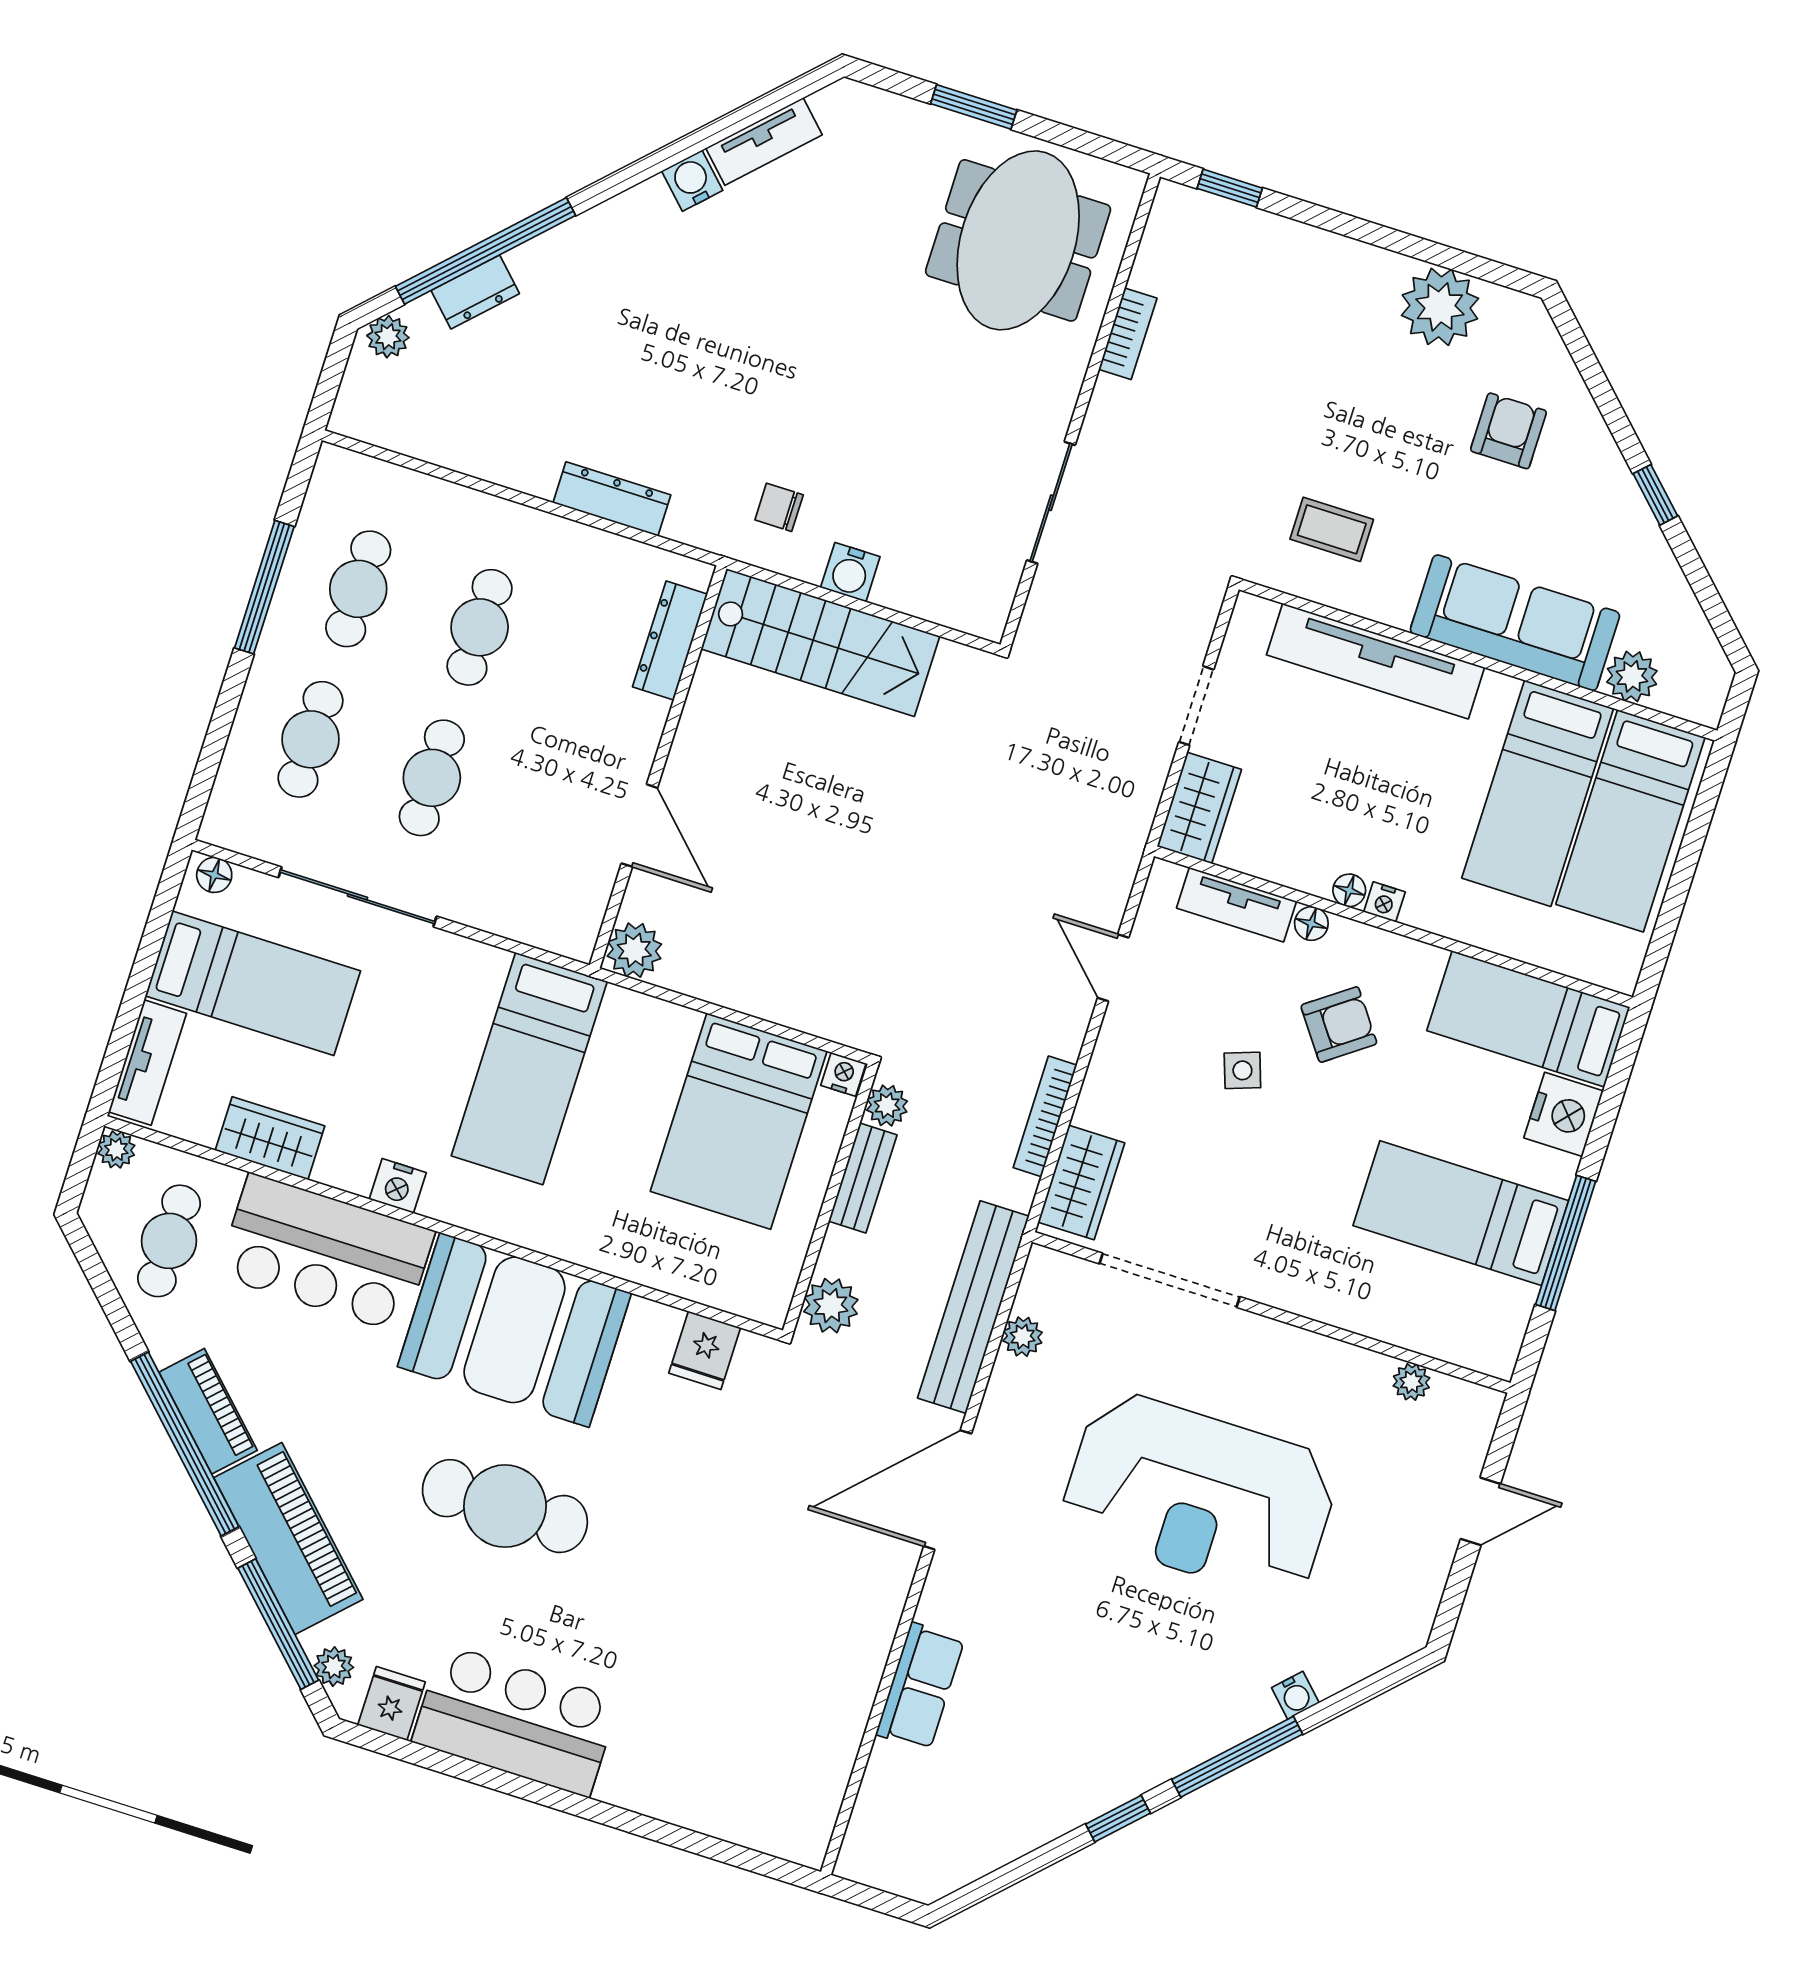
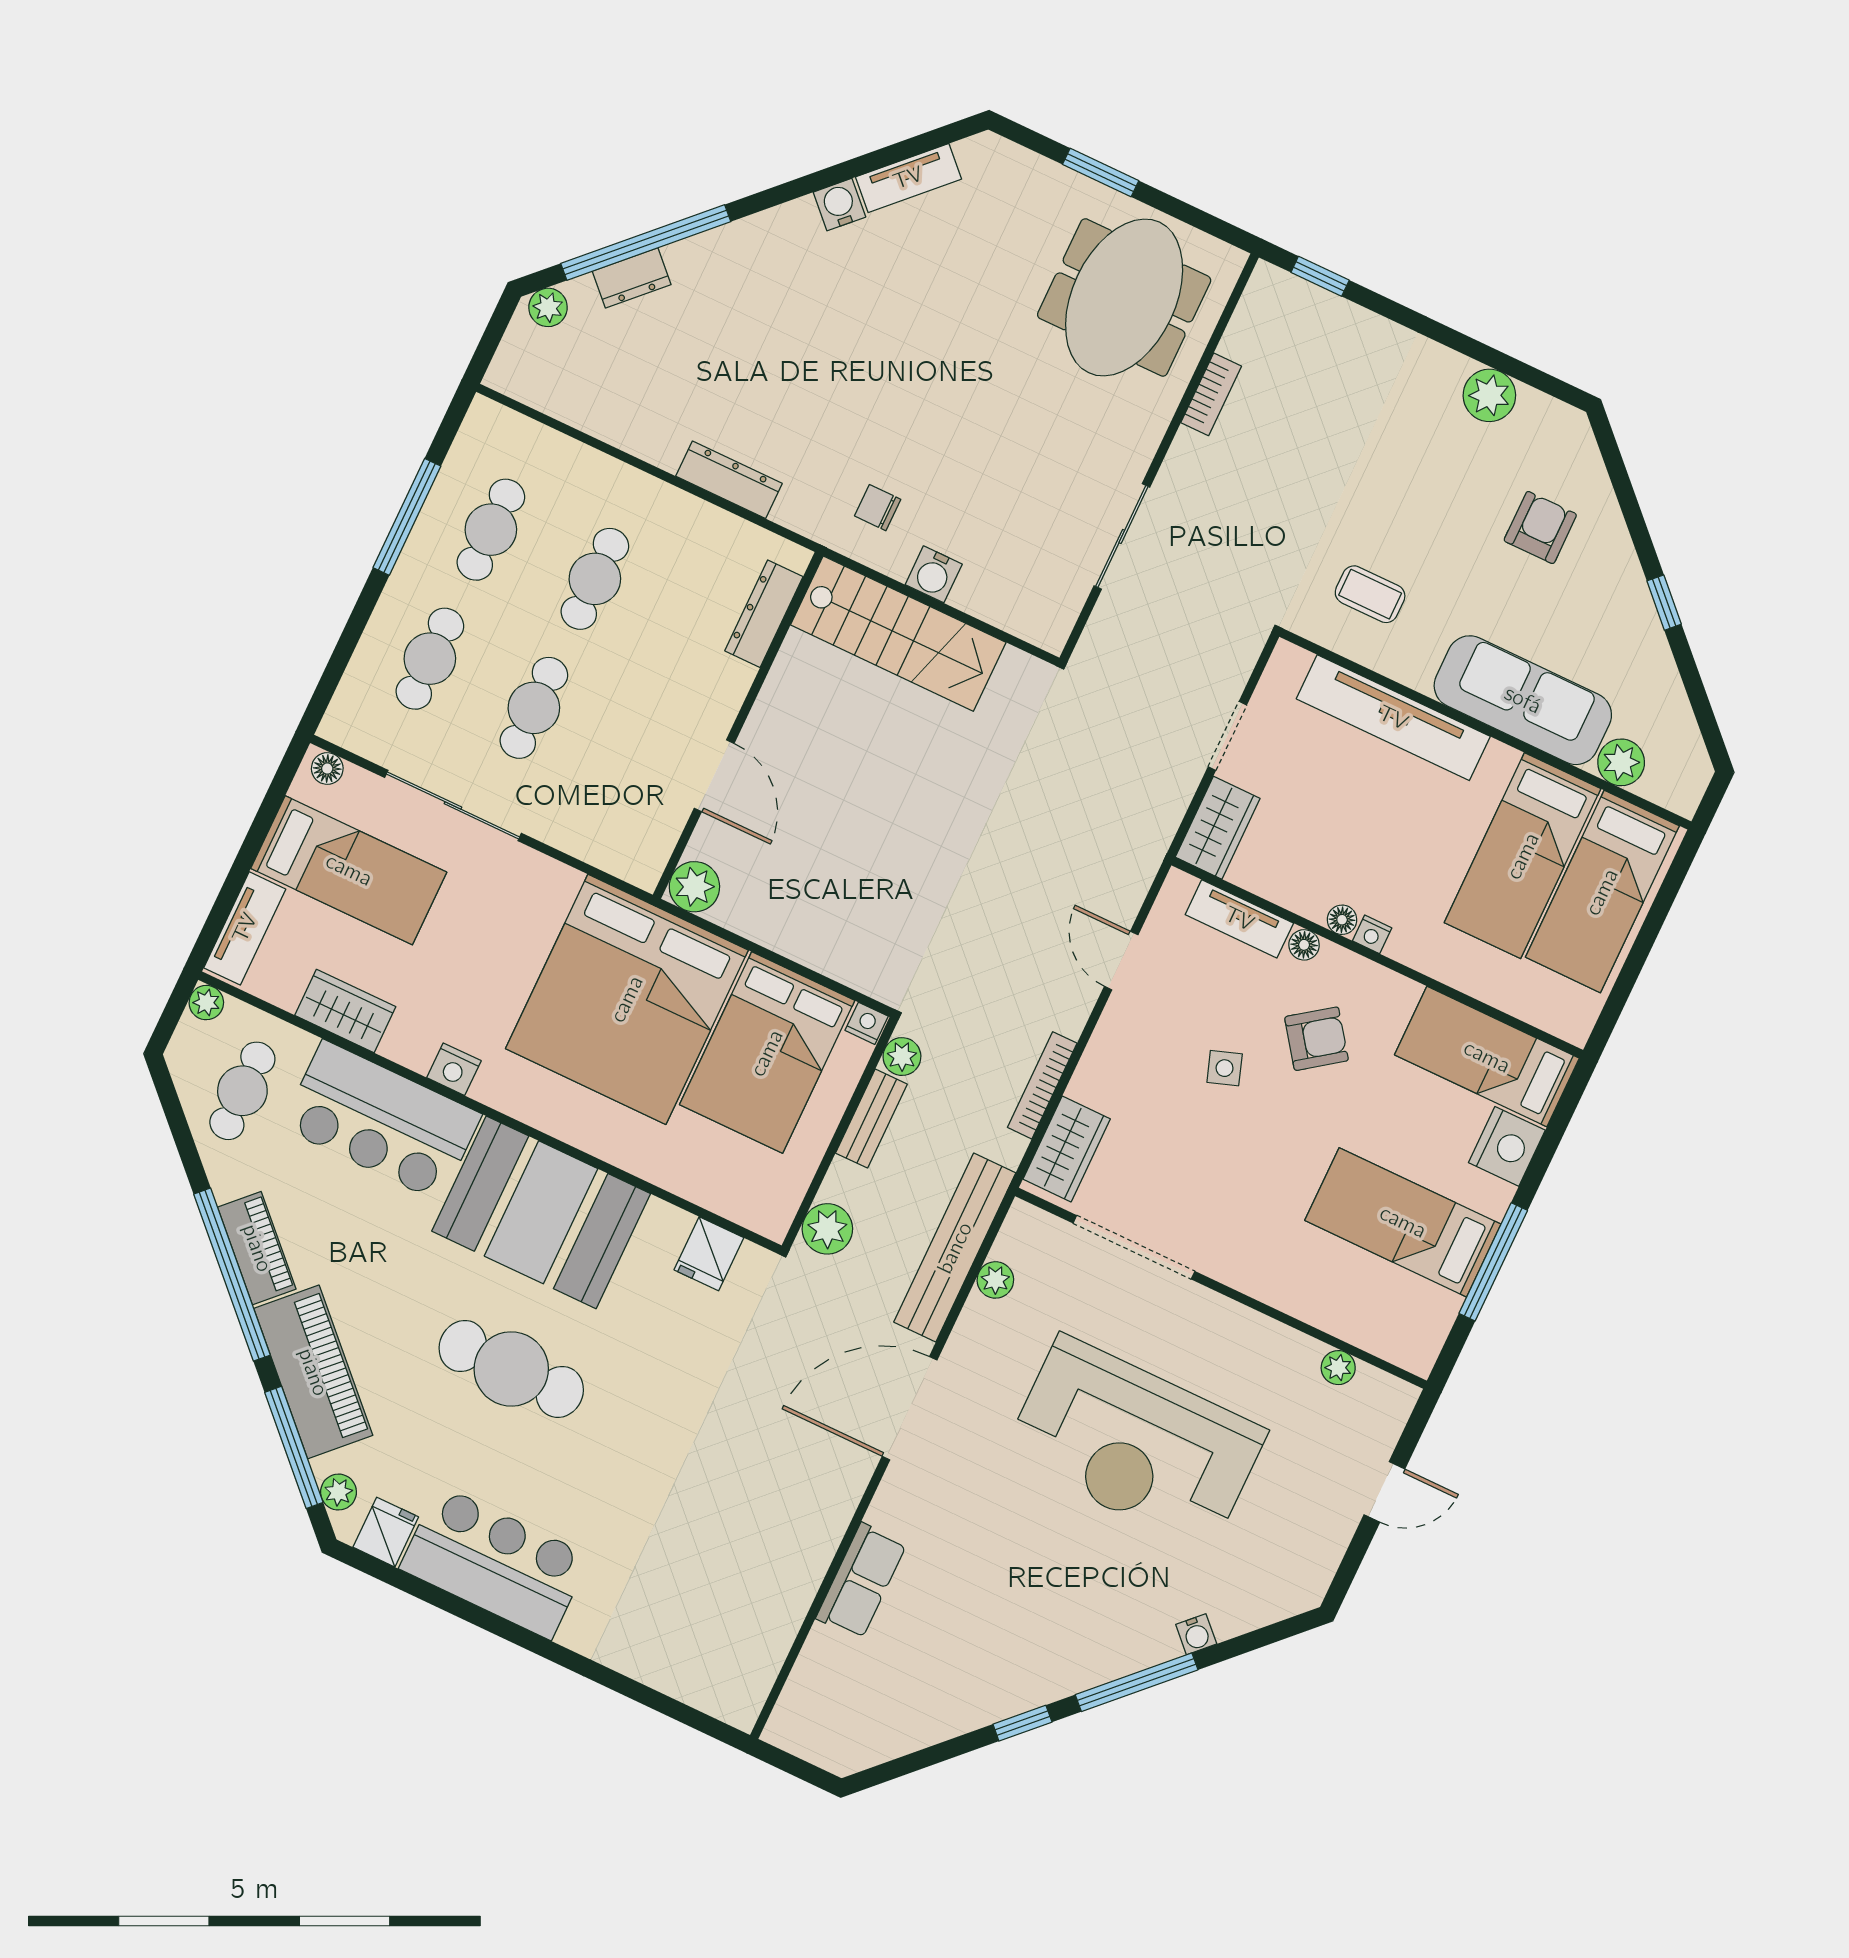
plant: (1440, 307) -> (1489, 395), width x0.73, depth x0.73
bed: (529, 1069) -> (627, 999), width x2.04

